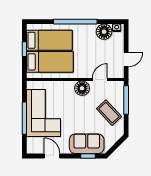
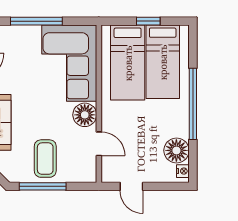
window: (126, 100) -> (43, 186), moved
corner sofa: (43, 113) -> (69, 63), moved, turned 90
coffee table: (109, 113) -> (45, 159), turned -47

